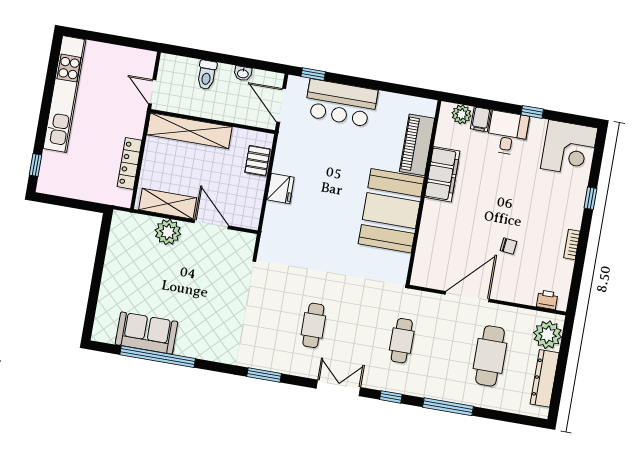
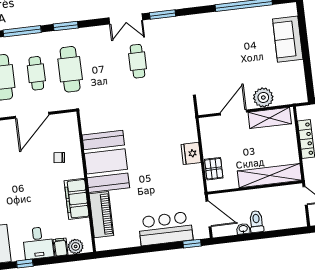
toilet: (207, 75) -> (256, 222), moved
door: (211, 224) -> (233, 112), swing flipped
chair: (508, 246) -> (59, 158), moved
sofa: (147, 333) -> (288, 39), moved, turned 90
cafe table: (402, 341) -> (70, 69), width x1.37, depth x1.35
cafe table: (446, 348) -> (36, 73), added
double door: (338, 388) -> (126, 19), moved
window: (391, 397) -> (66, 26), width x1.50

